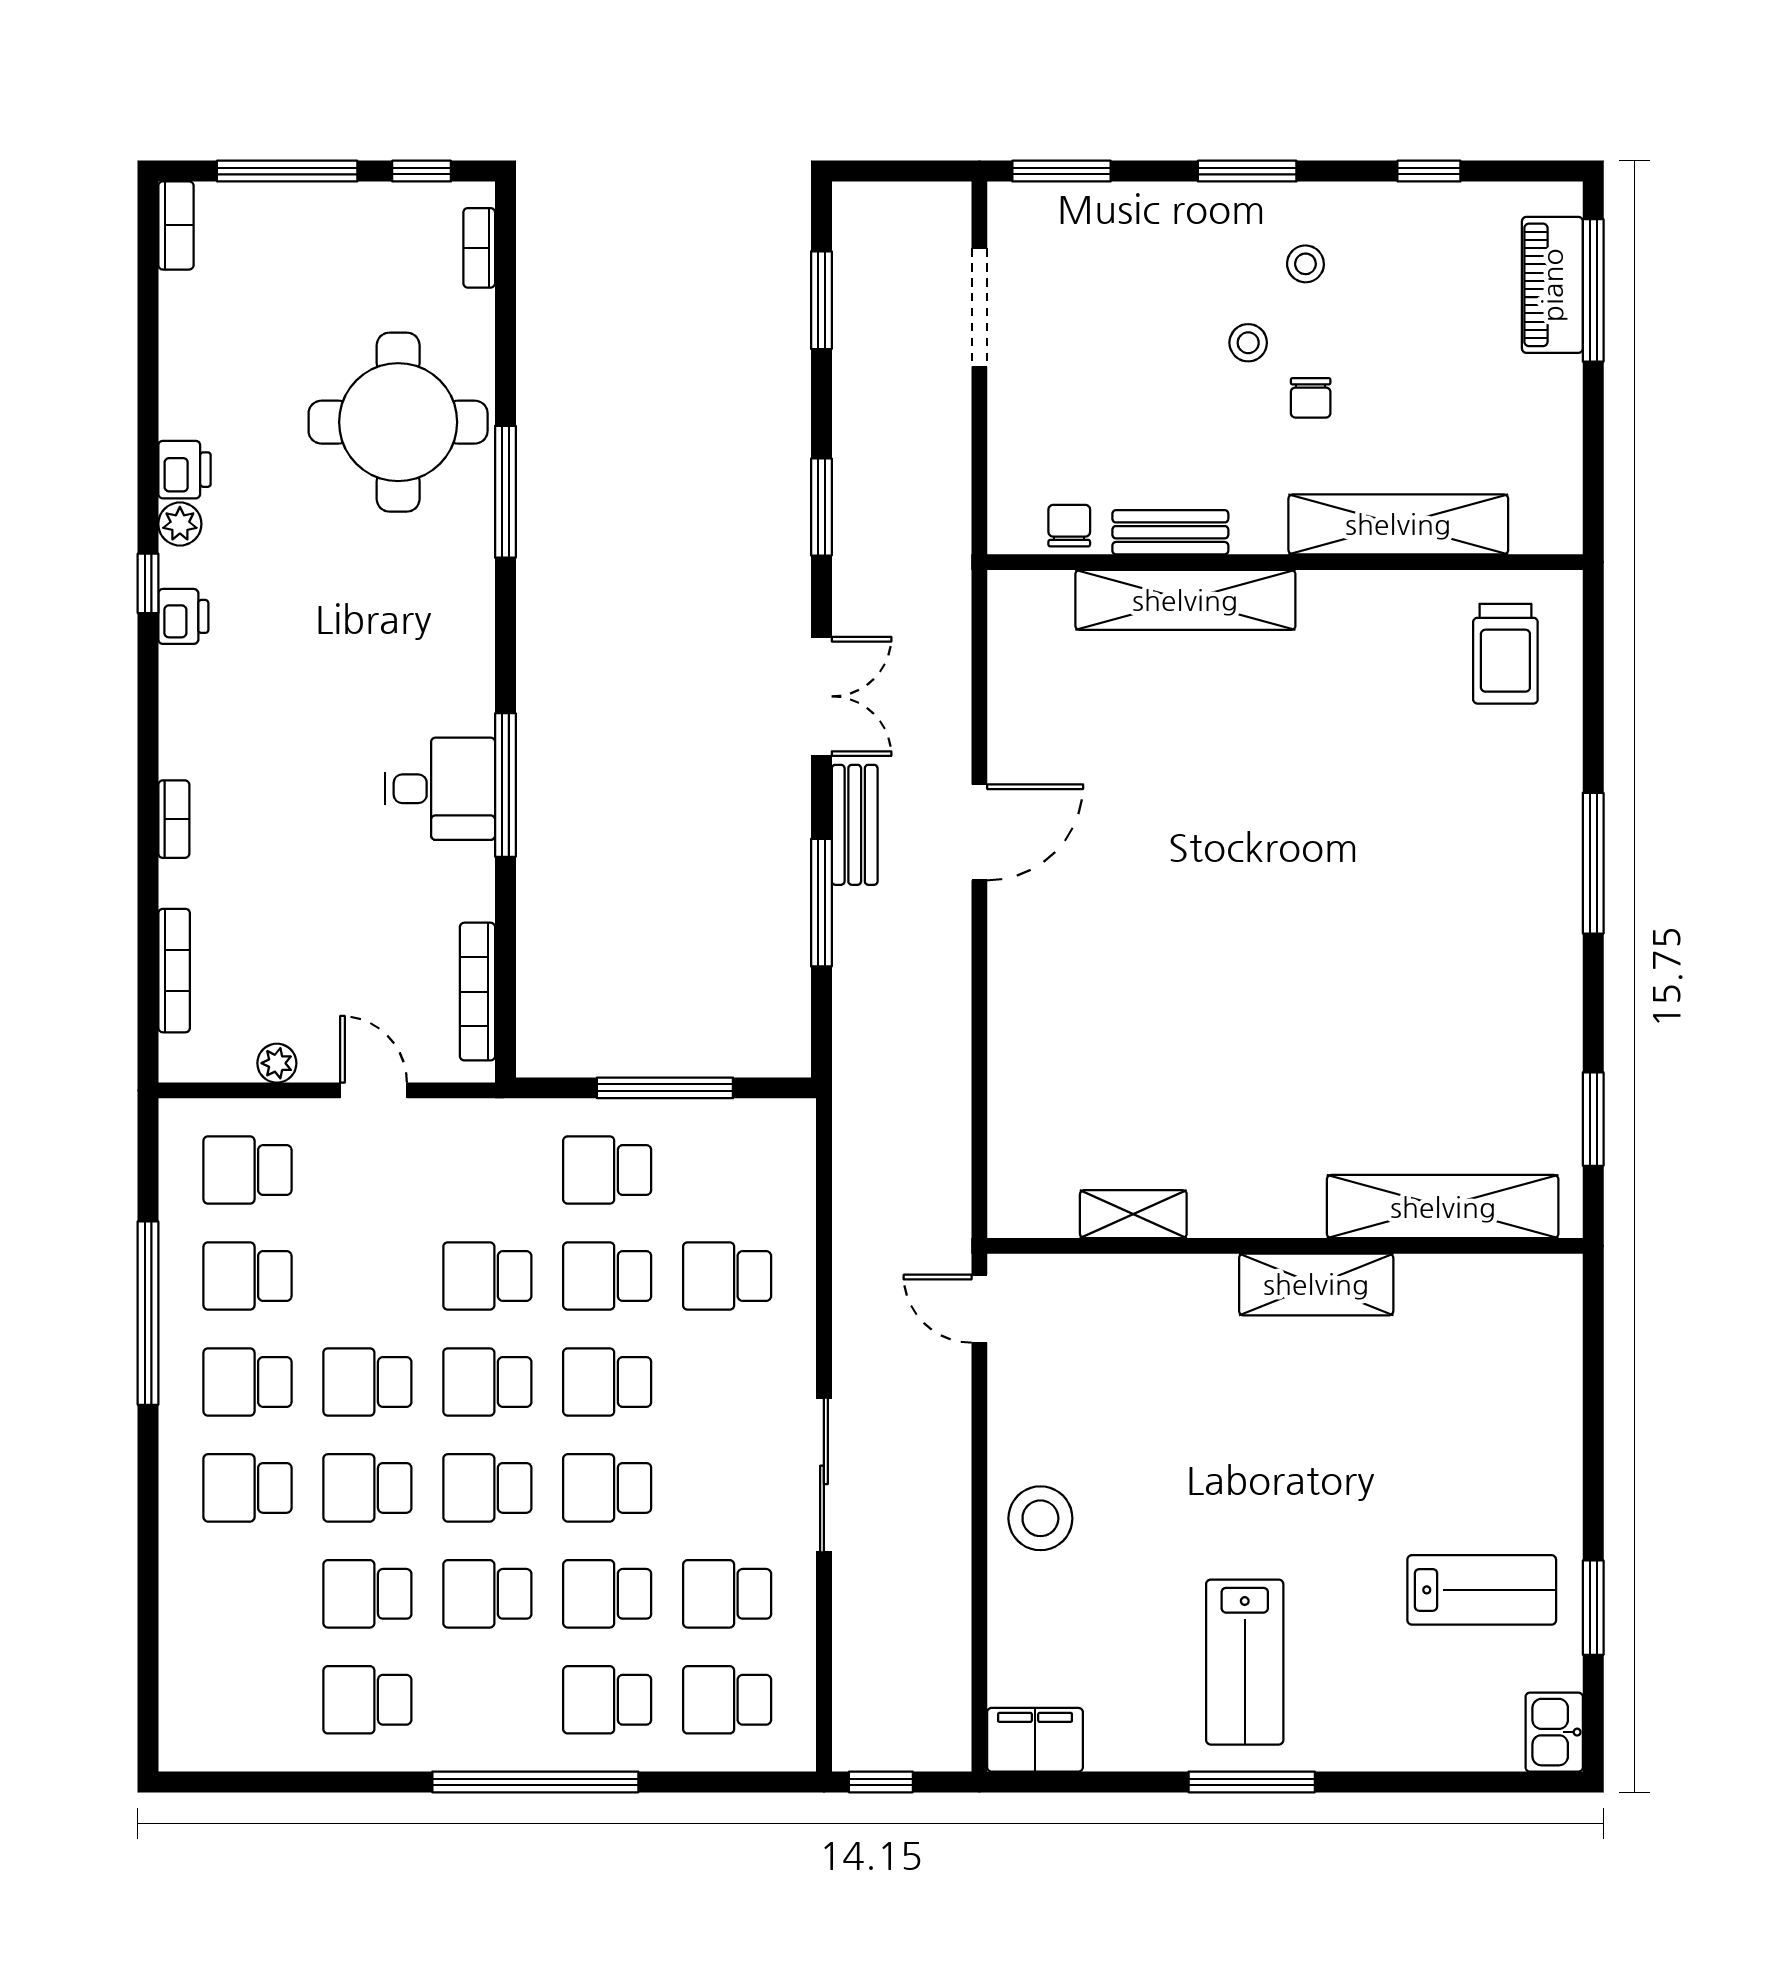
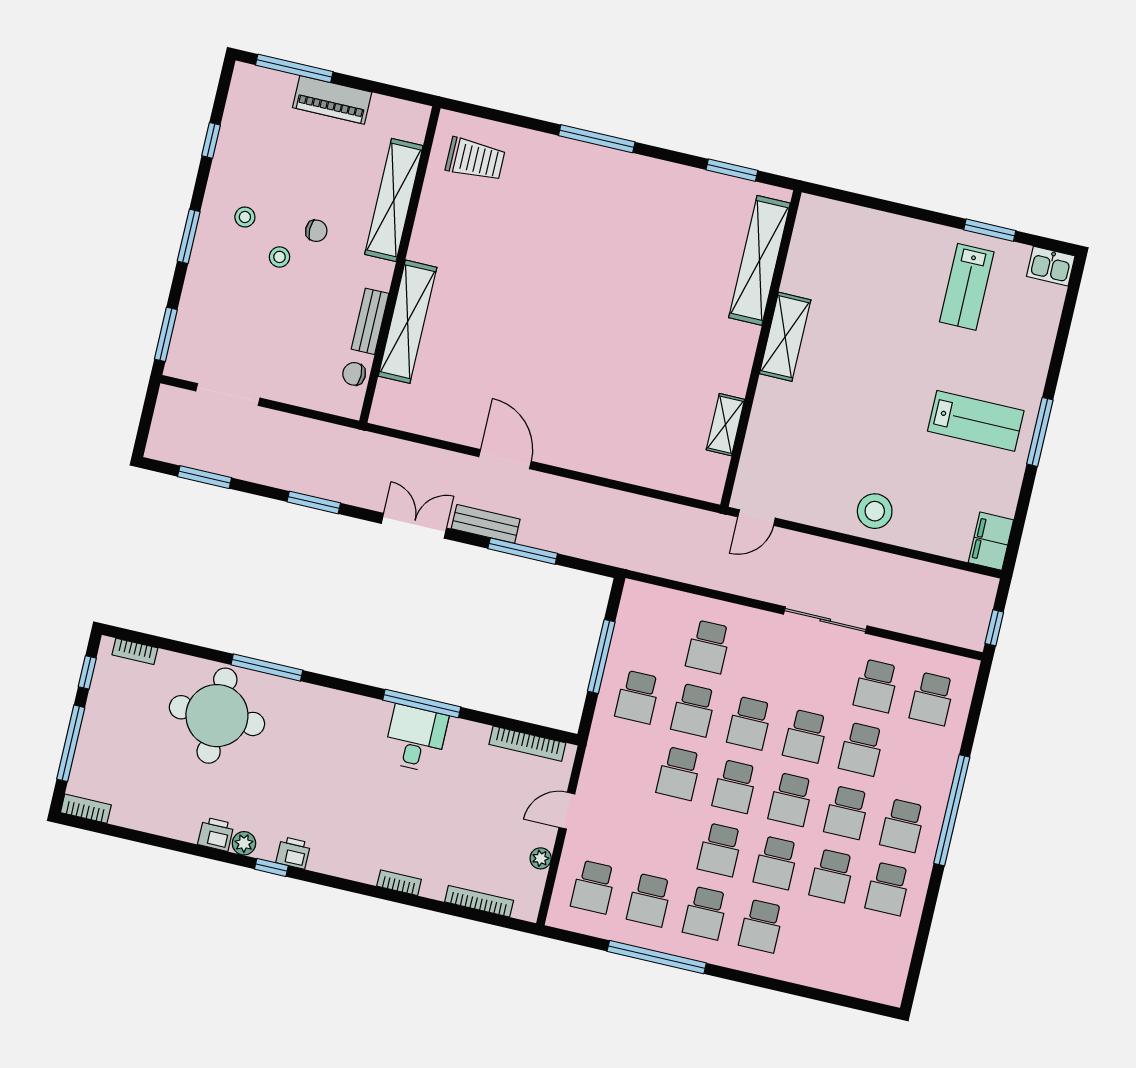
piano: (1552, 285) -> (332, 100), moved
lab bench: (1482, 1590) -> (967, 287), turned 180
school desk: (607, 1700) -> (903, 825), moved

